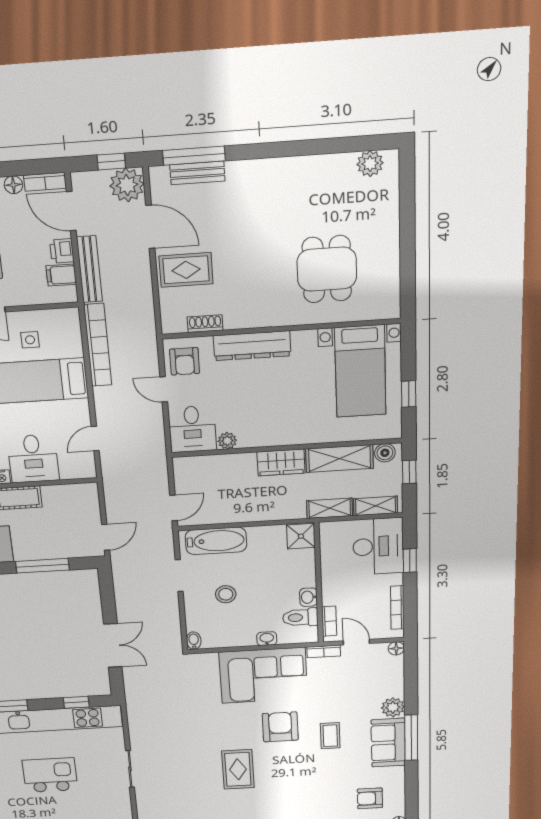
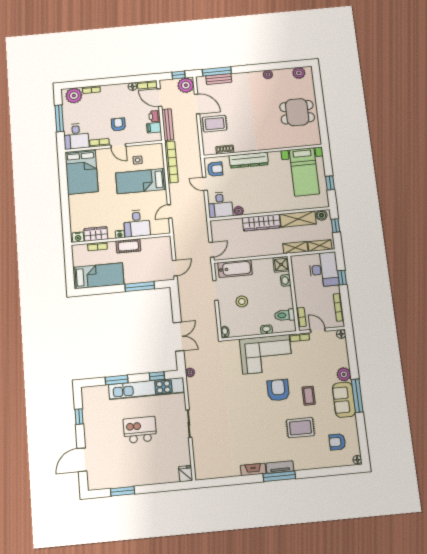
plant: (303, 166) -> (268, 74), added
dining table: (327, 269) -> (297, 112), moved, turned 90
armchair: (185, 361) -> (215, 169), turned -90
wardrobe: (281, 462) -> (261, 223), width x1.50
washbasin: (308, 597) -> (286, 280), moved
plant: (133, 698) -> (190, 372), added
rug: (238, 769) -> (300, 428), moved, turned 90

